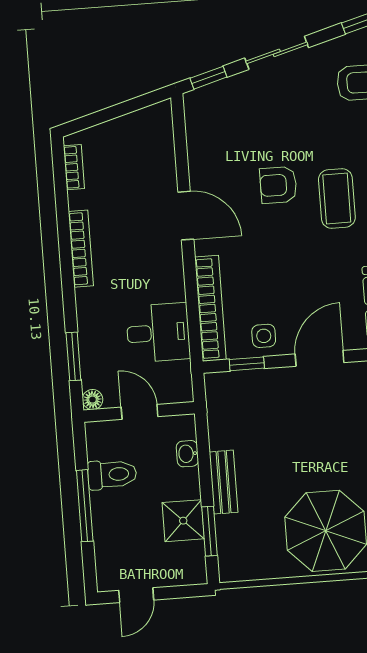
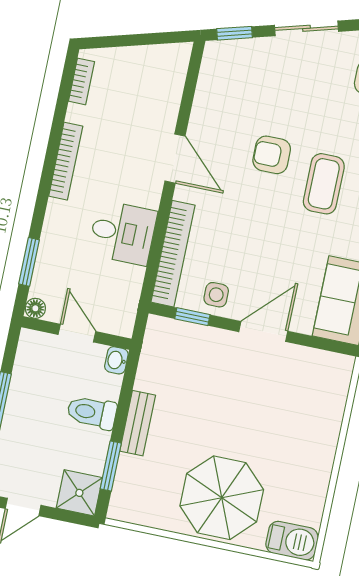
desk: (158, 333) -> (123, 233), moved
washbasin: (187, 454) -> (116, 360), moved
toilet: (112, 474) -> (92, 412), moved, turned 180
shower: (183, 521) -> (79, 493), moved

